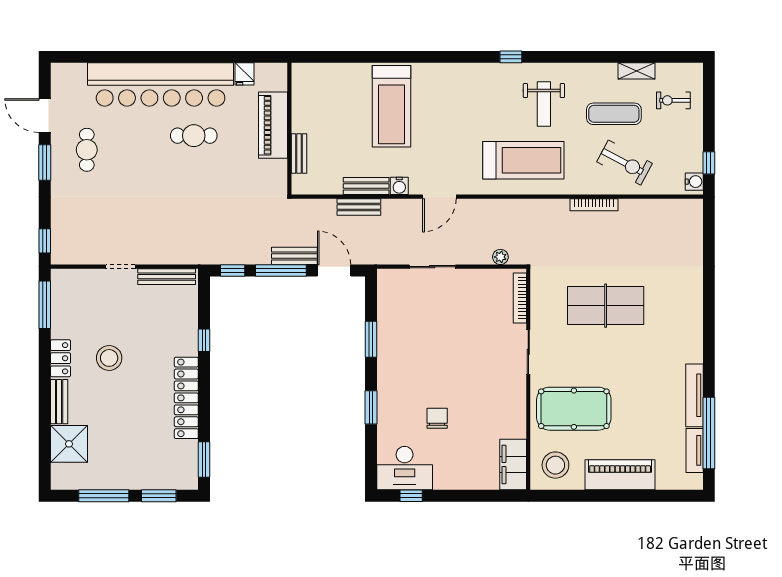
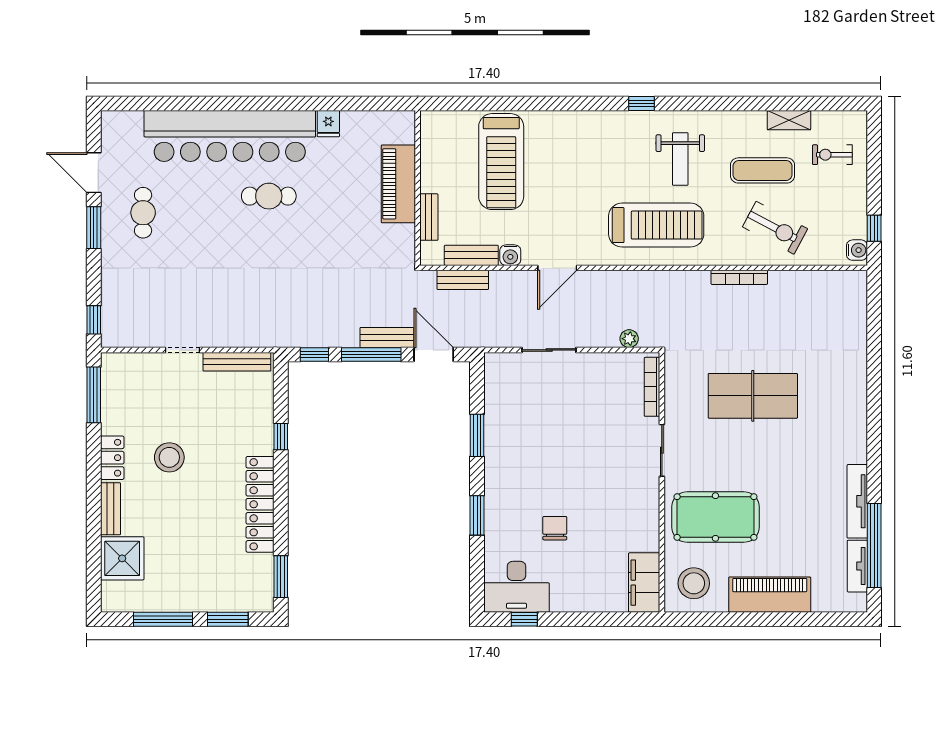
piano: (273, 125) -> (398, 184), moved
wall: (289, 129) -> (418, 188), moved
bench: (299, 153) -> (429, 217), moved

